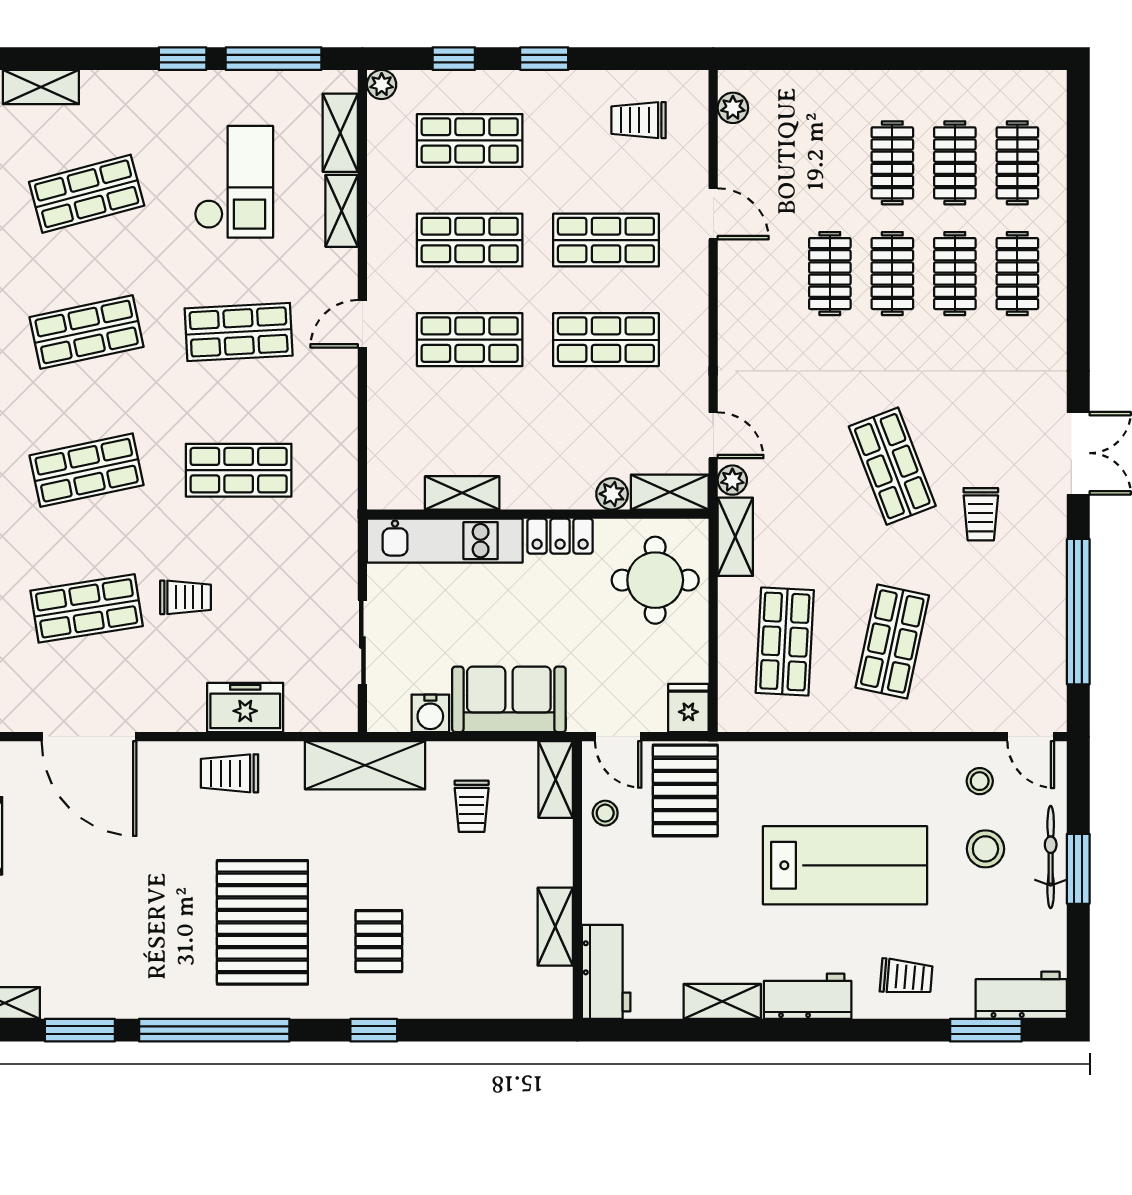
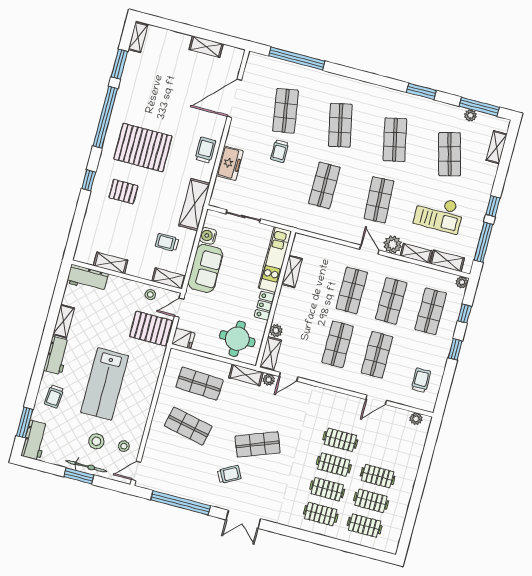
plant: (336, 272) -> (393, 245), added
trolley: (981, 514) -> (229, 474), turned 152

